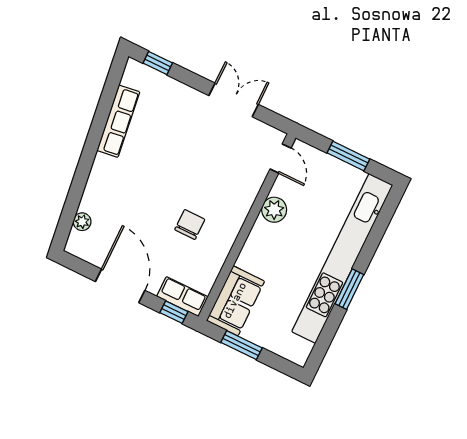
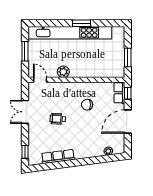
wheelchair: (190, 156) -> (58, 119), added
door: (280, 158) -> (40, 80), hinge flipped
sofa: (236, 301) -> (110, 69), removed

